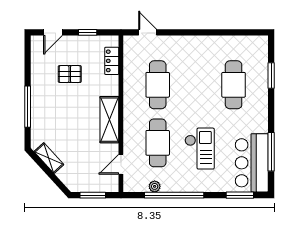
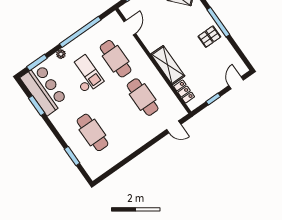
pallet: (70, 74) -> (209, 37), moved
shelving: (109, 120) -> (168, 65), moved
checkout: (200, 149) -> (85, 74), turned 180
window: (271, 152) -> (37, 106), width x0.69
plant: (155, 186) -> (61, 54), moved

